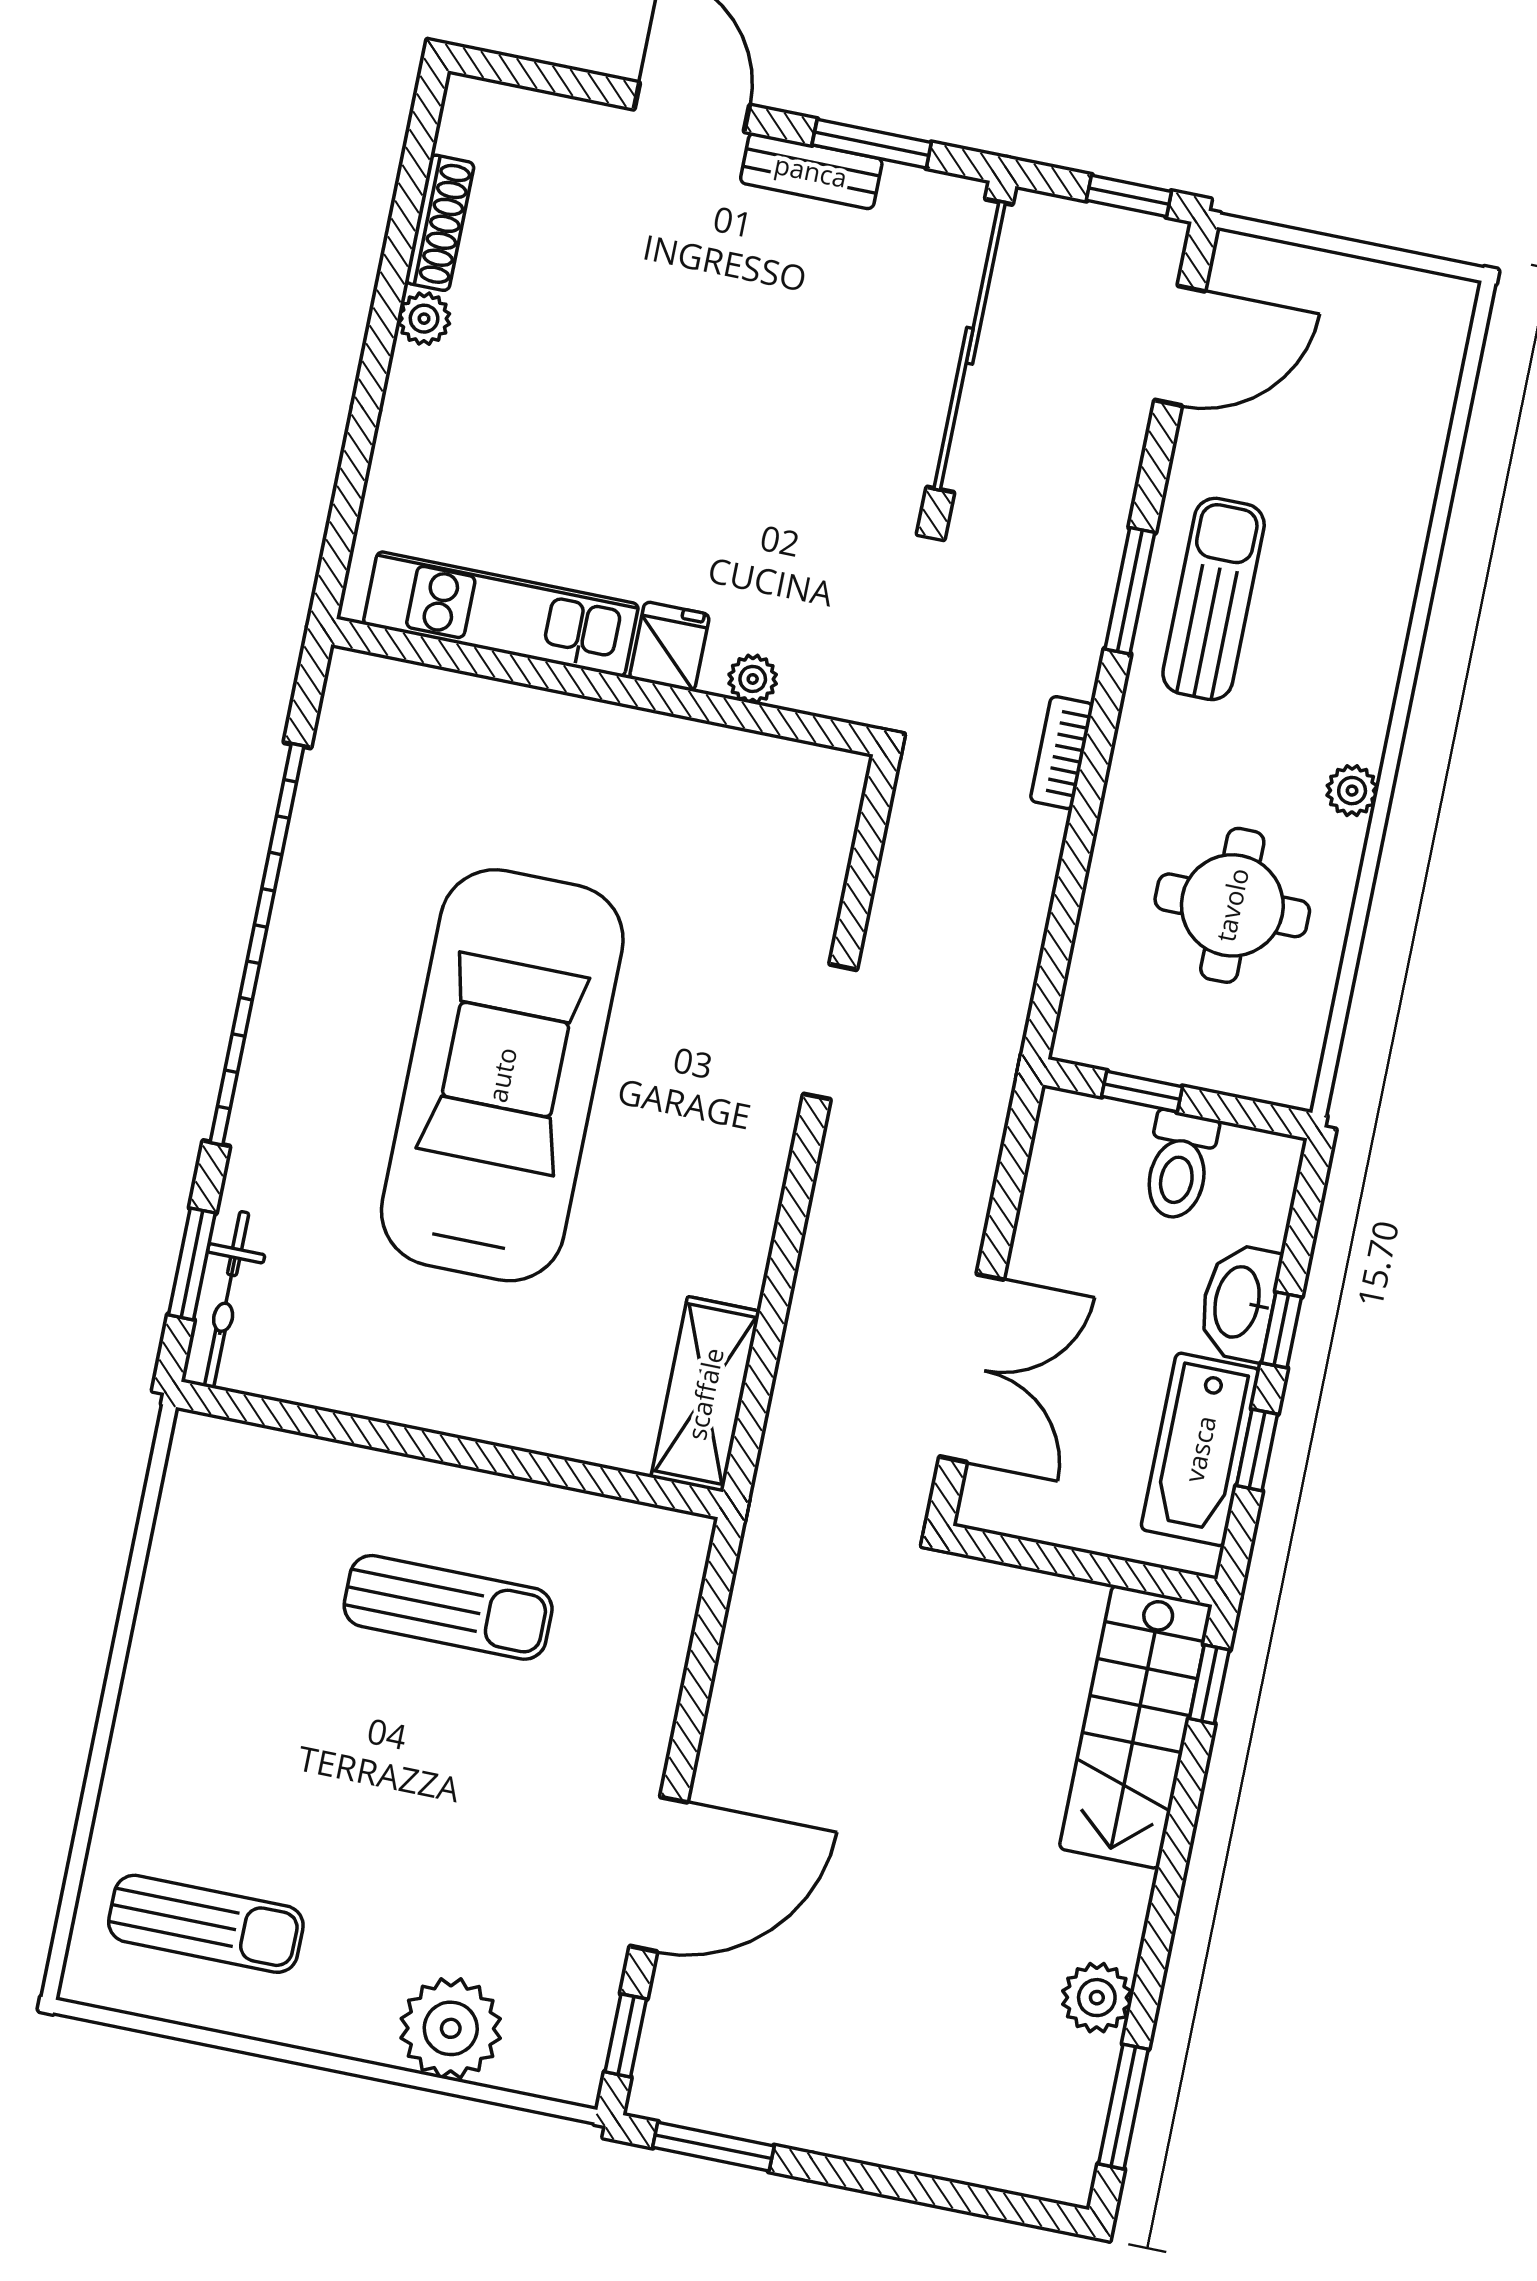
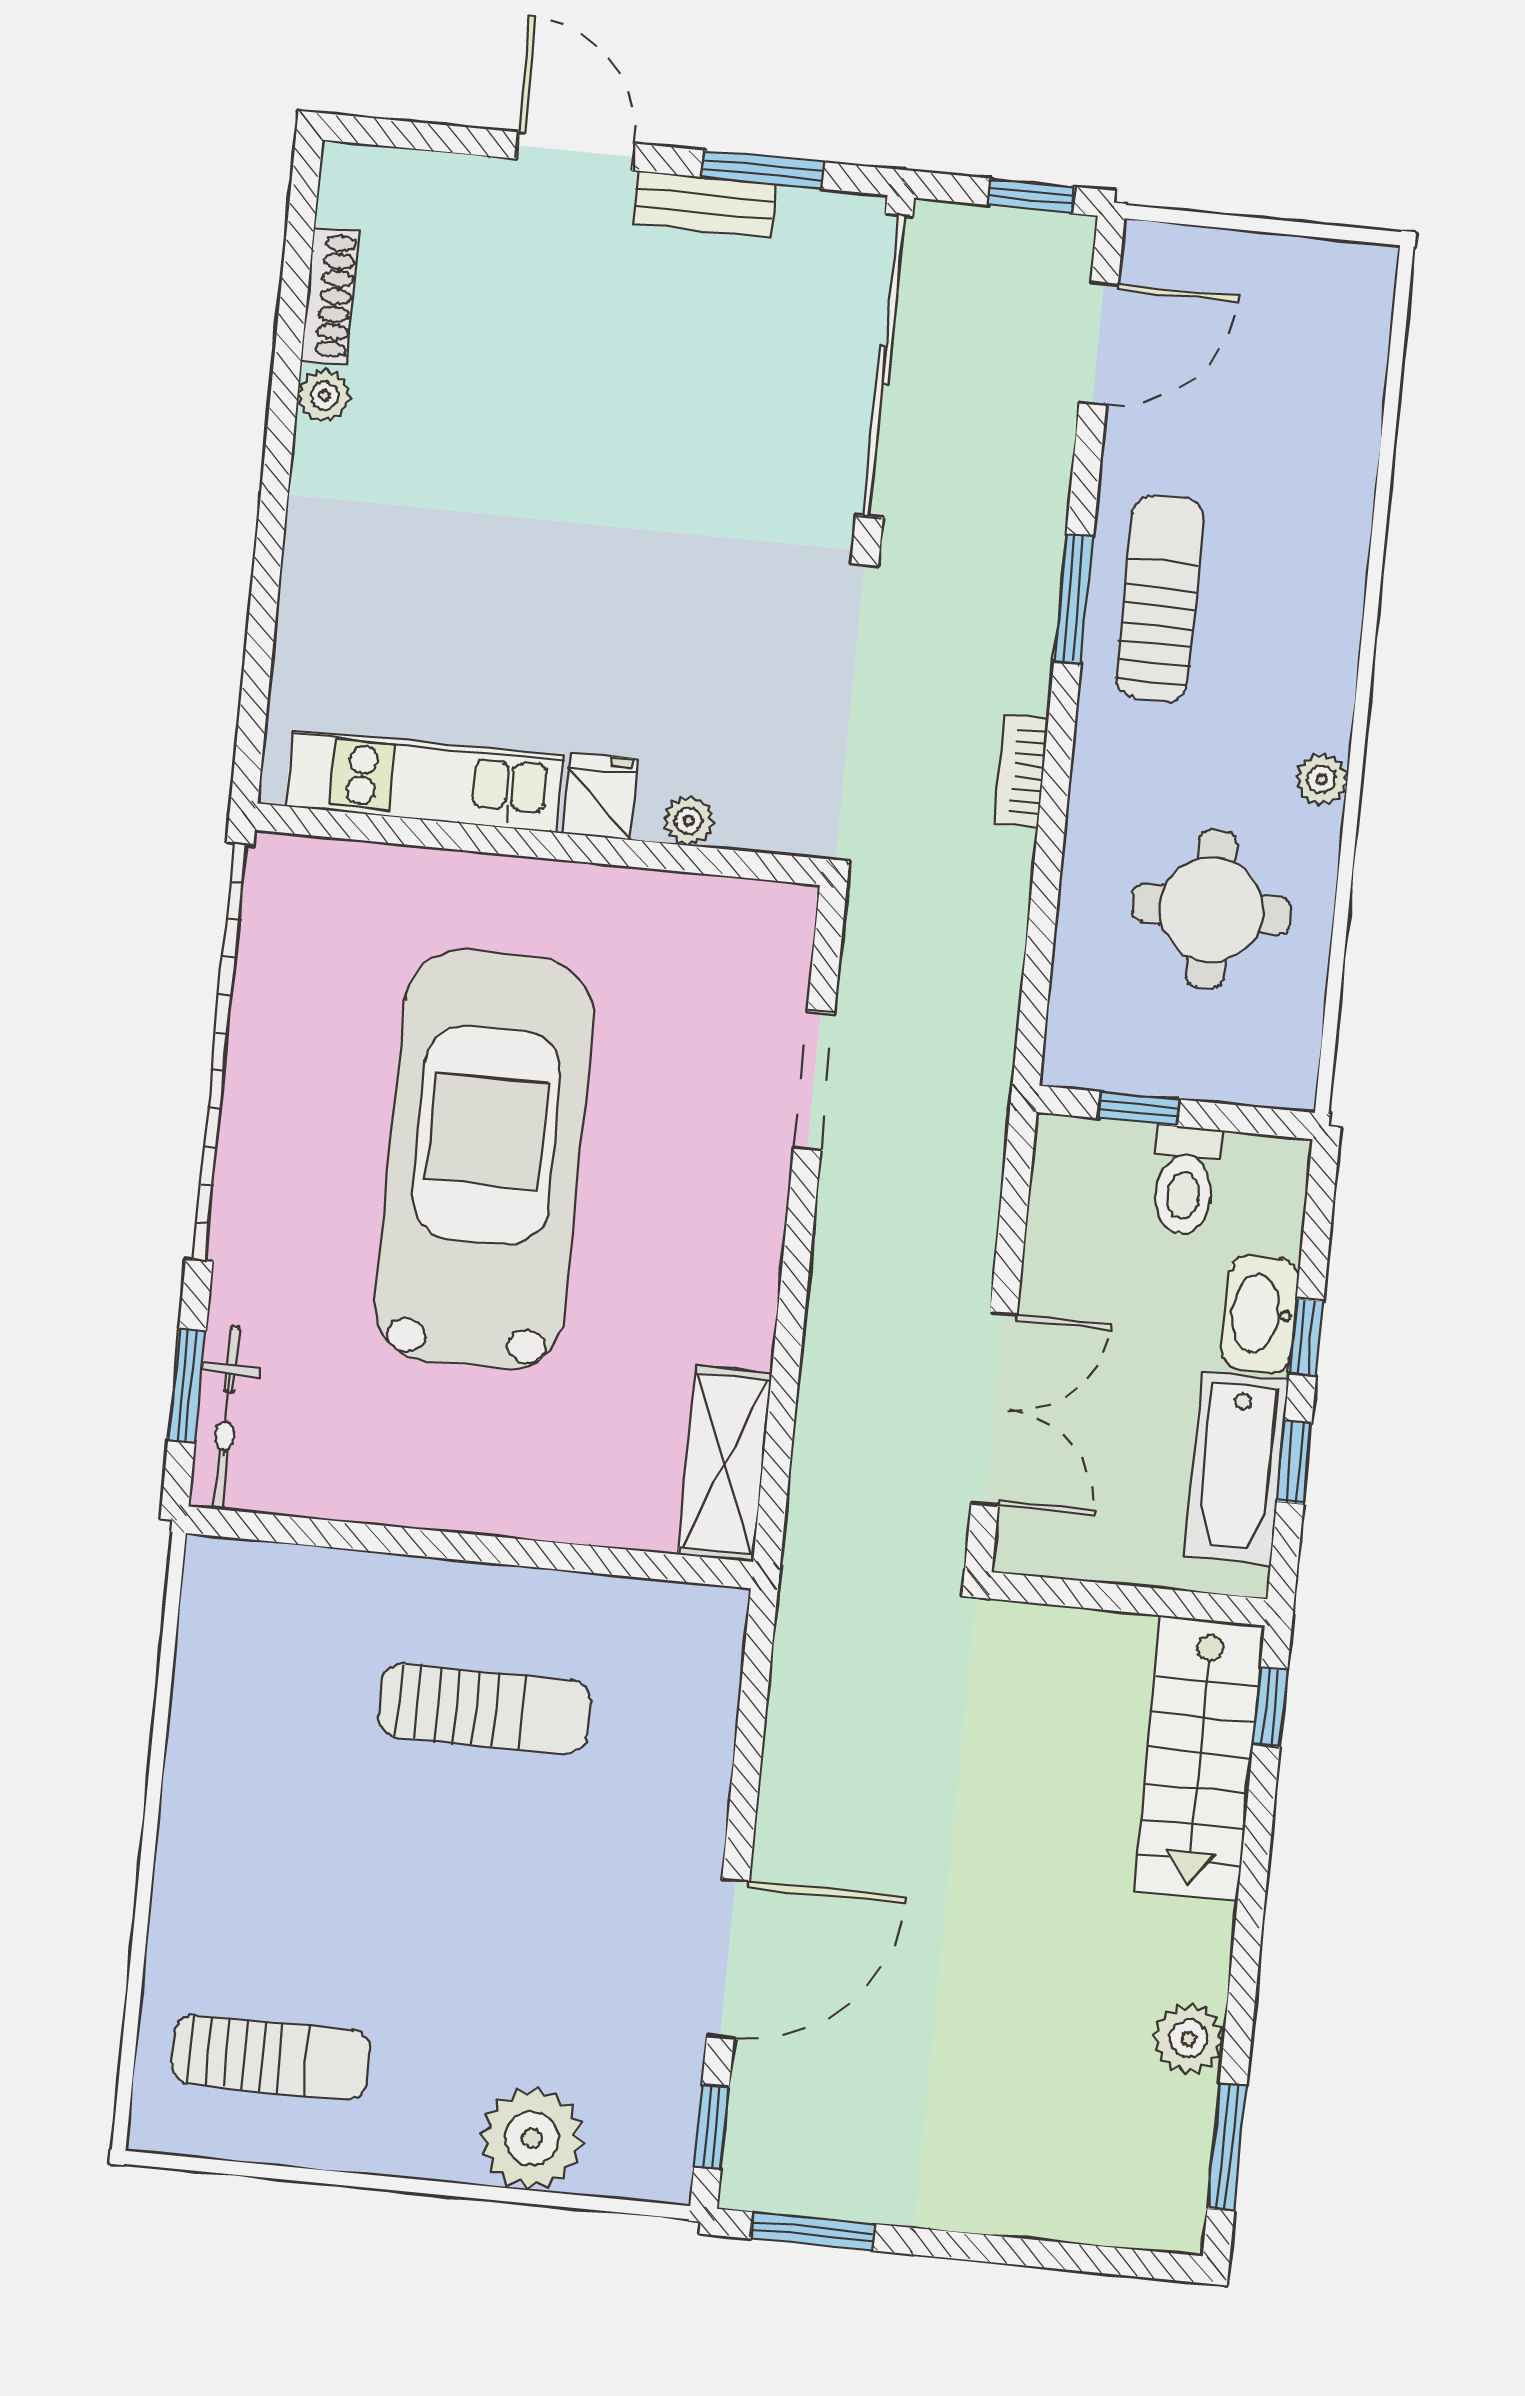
kitchen unit: (501, 614) -> (425, 781), moved
fridge: (669, 646) -> (600, 796), moved
plant: (753, 679) -> (689, 821), moved
wall: (605, 687) -> (539, 844), moved

